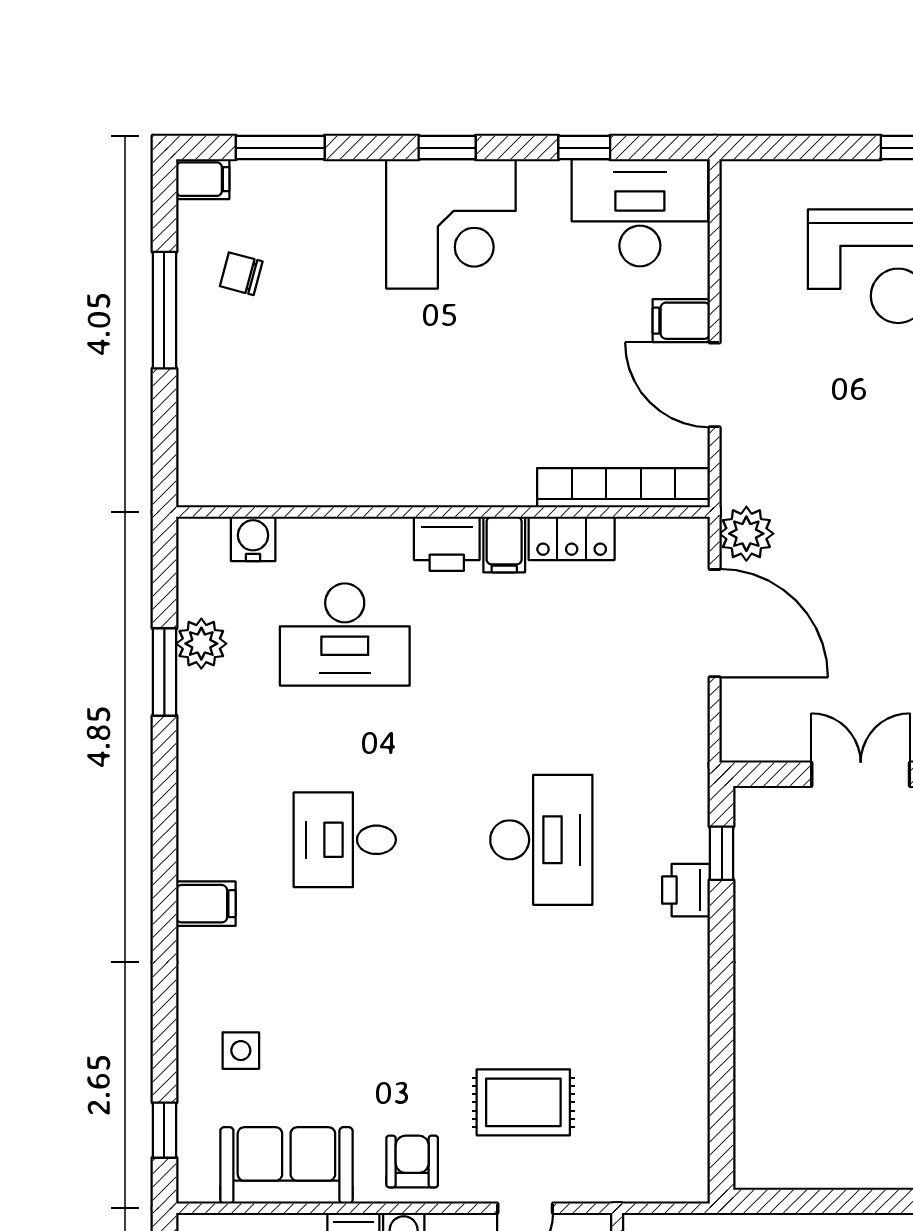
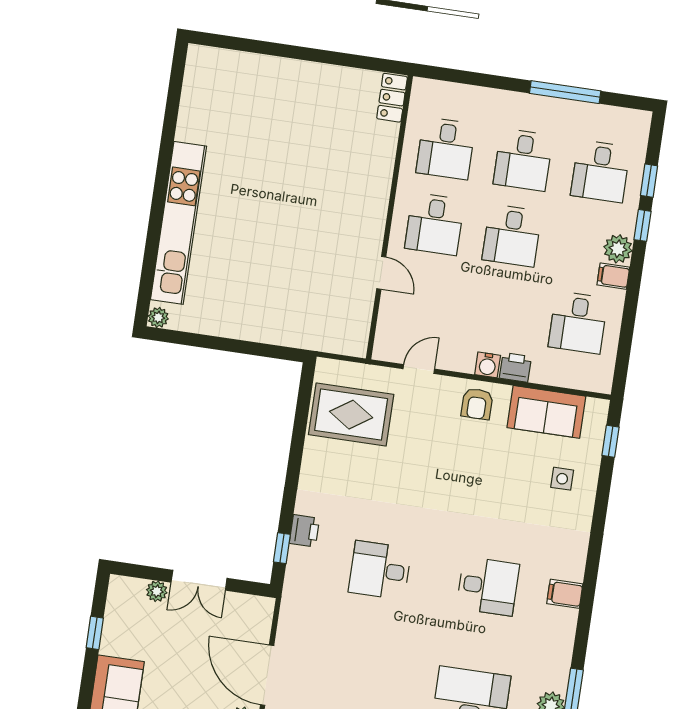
desk: (541, 840) -> (380, 570), width x0.73
filing cabinet: (206, 904) -> (565, 594), moved
rug: (523, 1102) -> (351, 415), moved, width x1.36, depth x1.43

